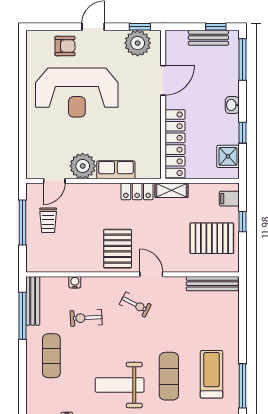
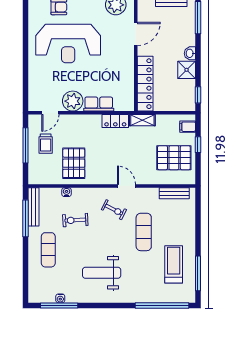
window: (243, 133) -> (198, 95), moved
shower: (228, 156) -> (187, 70), moved
pallet: (118, 249) -> (74, 163), moved
bench: (212, 284) -> (174, 193), width x0.73
exercise mat: (169, 376) -> (144, 232), moved

